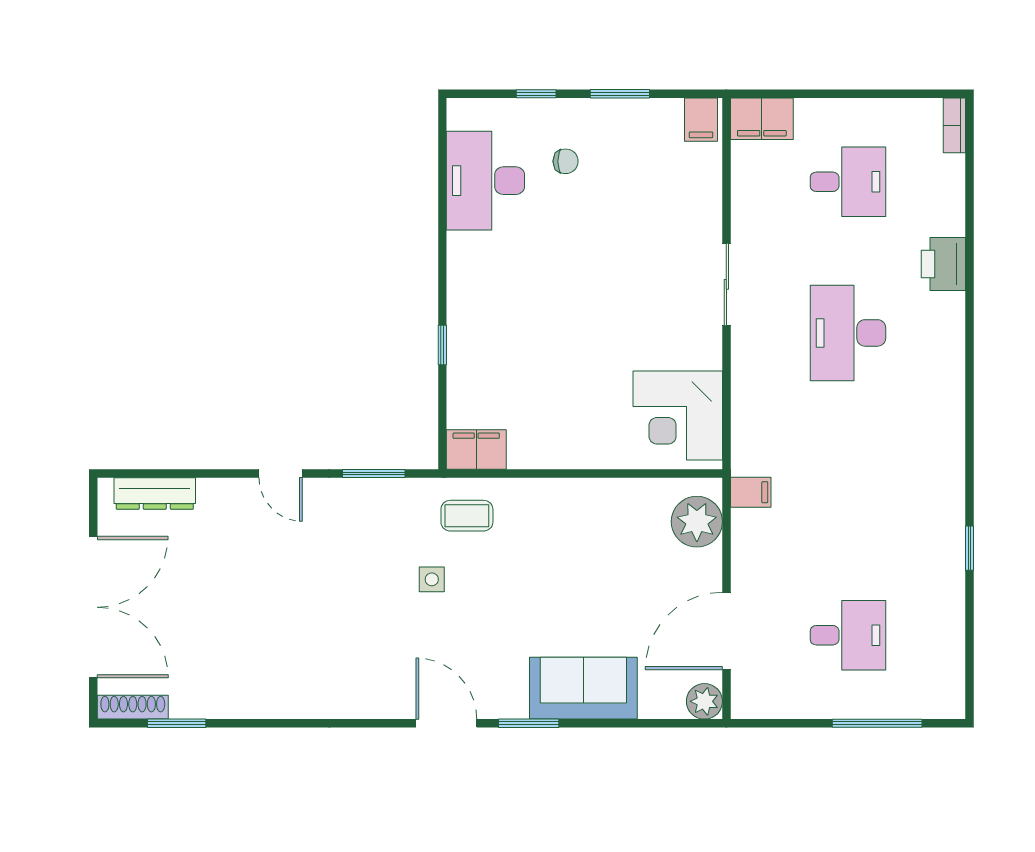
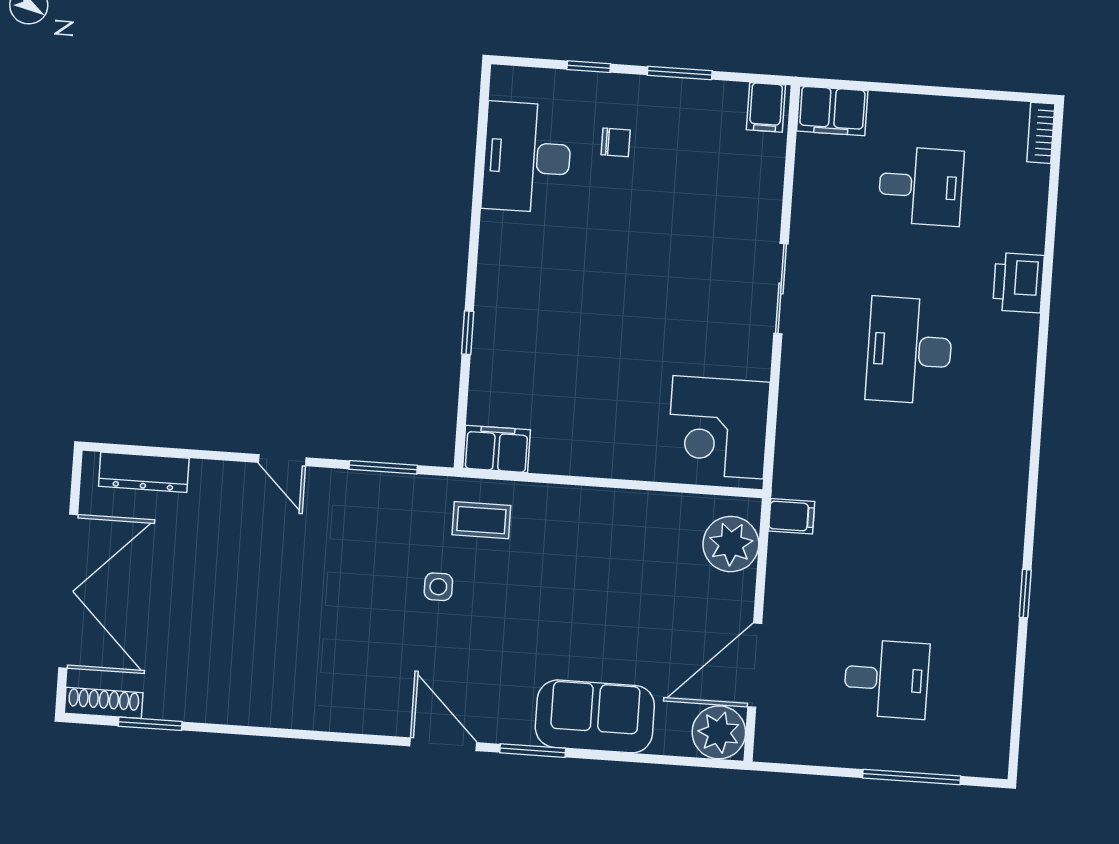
plant: (704, 701) -> (719, 732), width x1.36, depth x1.36

